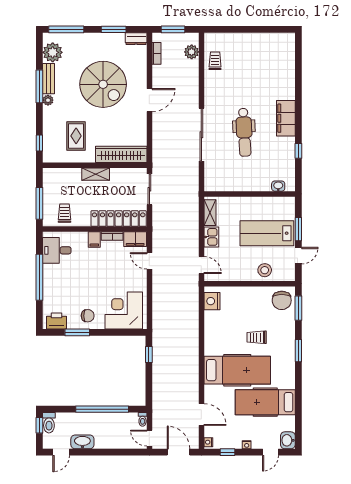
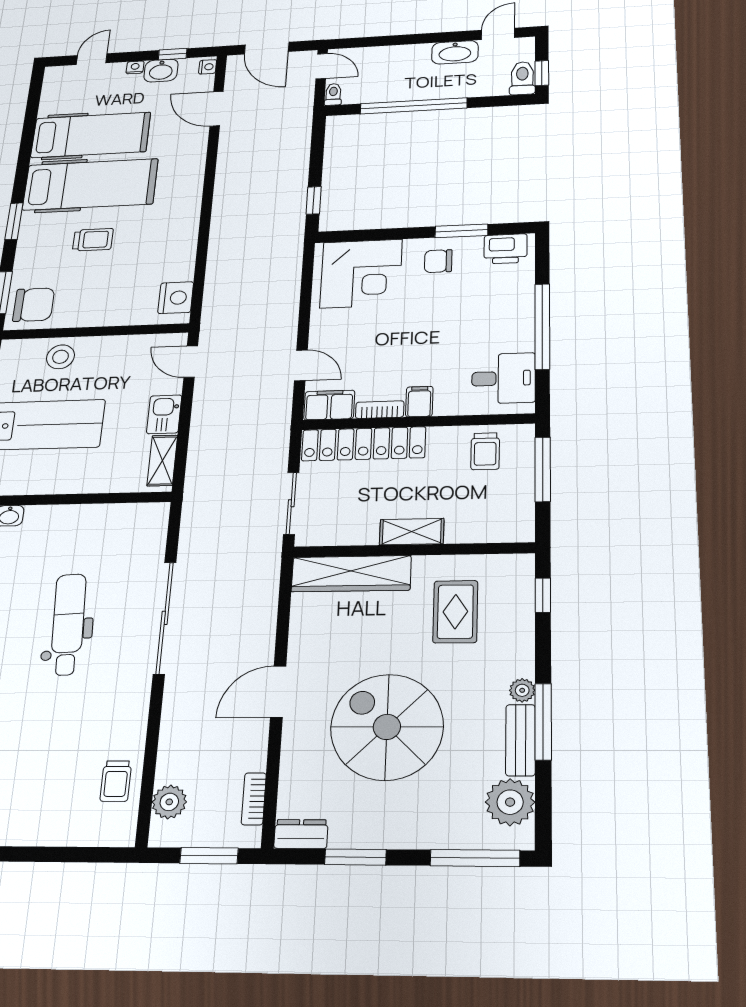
chair: (282, 300) -> (34, 305), turned 90
hospital bed: (237, 370) -> (90, 184), moved, turned 180
washbasin: (288, 440) -> (161, 71), moved, turned 90

